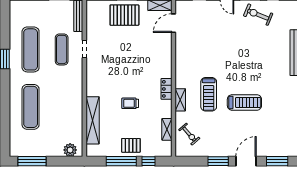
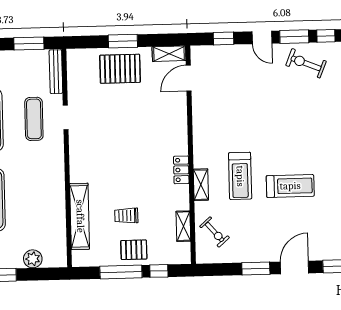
trolley: (130, 103) -> (126, 216), moved
plant: (70, 150) -> (33, 259), moved

